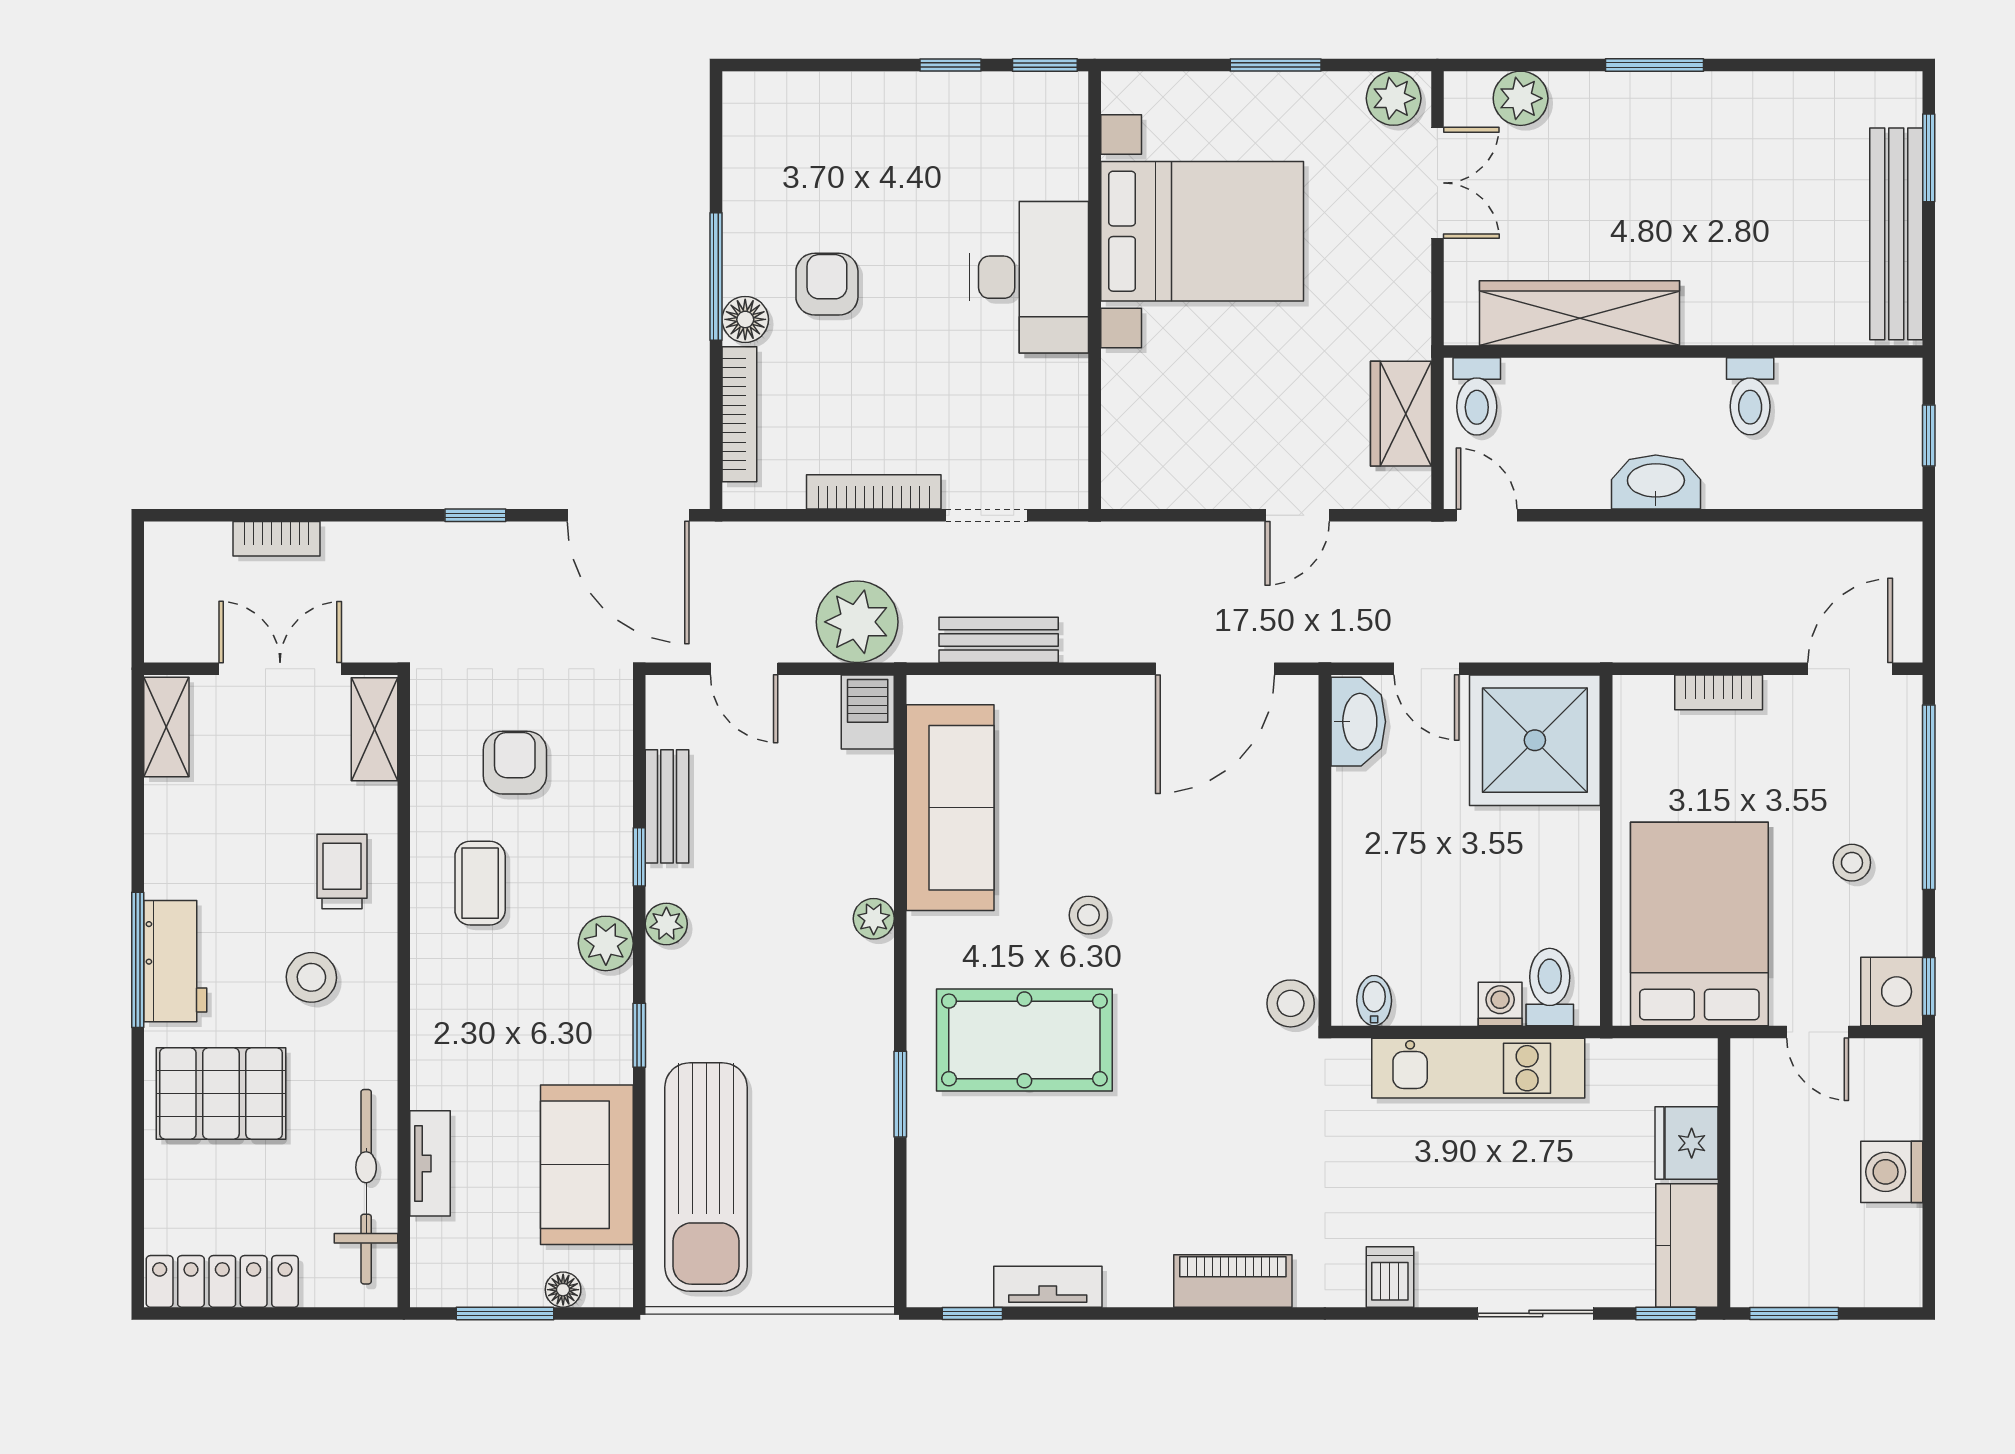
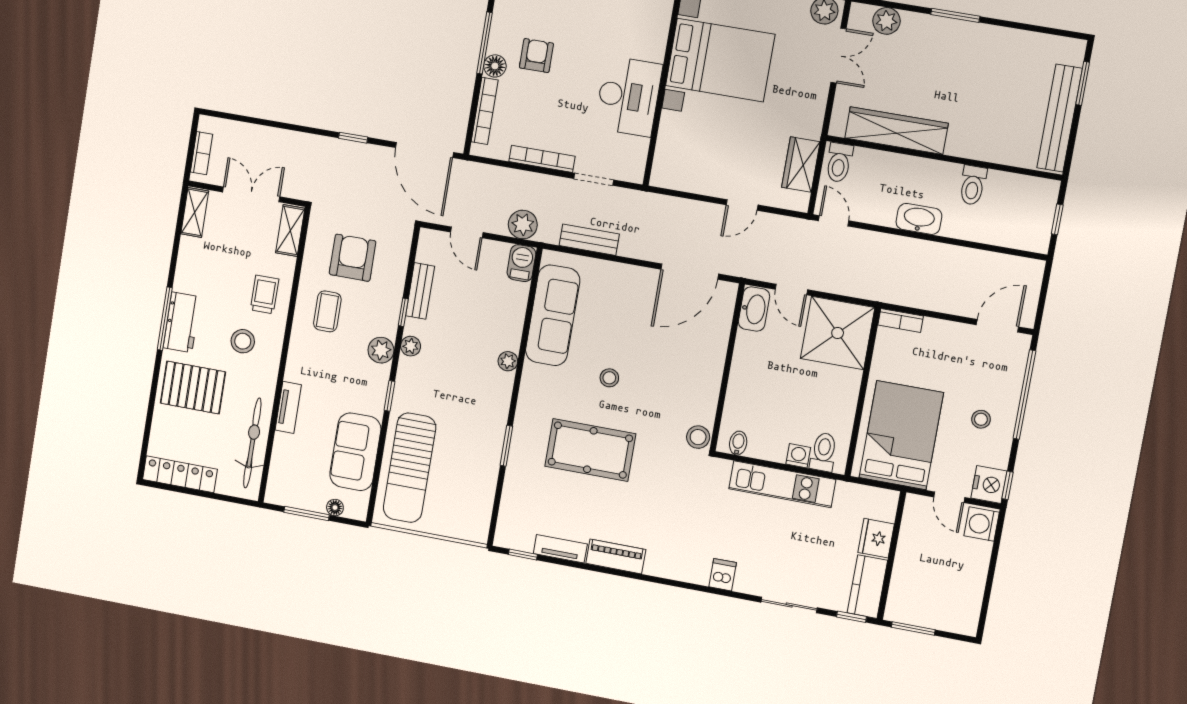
desk: (1029, 277) -> (628, 96), moved
bookcase: (277, 539) -> (201, 153), moved, turned -90
plant: (857, 622) -> (523, 225), width x0.73, depth x0.73
bookcase: (1719, 692) -> (901, 320), moved
armchair: (515, 763) -> (353, 258), width x1.38, depth x1.38
pool table: (1024, 1040) -> (590, 450), moved
tv unit: (430, 1163) -> (288, 407), moved
washing machine: (1892, 1172) -> (982, 524), moved
piano: (1233, 1281) -> (616, 556), moved

